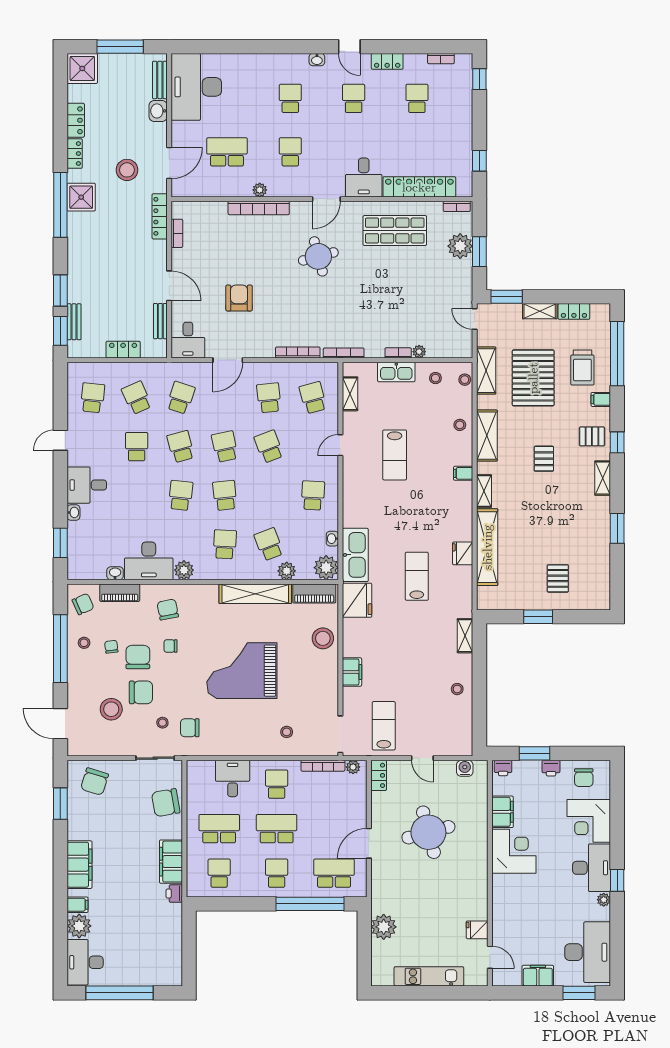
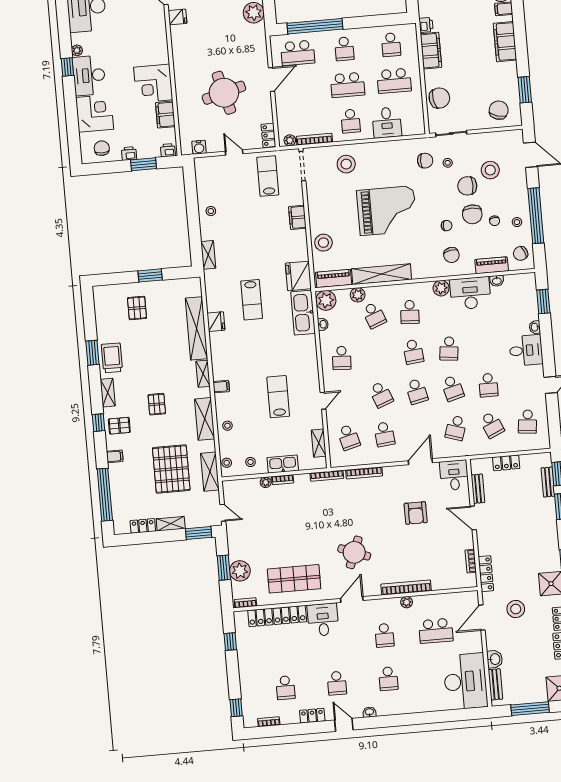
round table: (318, 256) -> (354, 552), turned 36
trolley: (582, 368) -> (112, 358), moved
lab bench: (384, 726) -> (268, 176), turned 180
stool: (287, 732) -> (346, 164), width x1.89, depth x1.89

